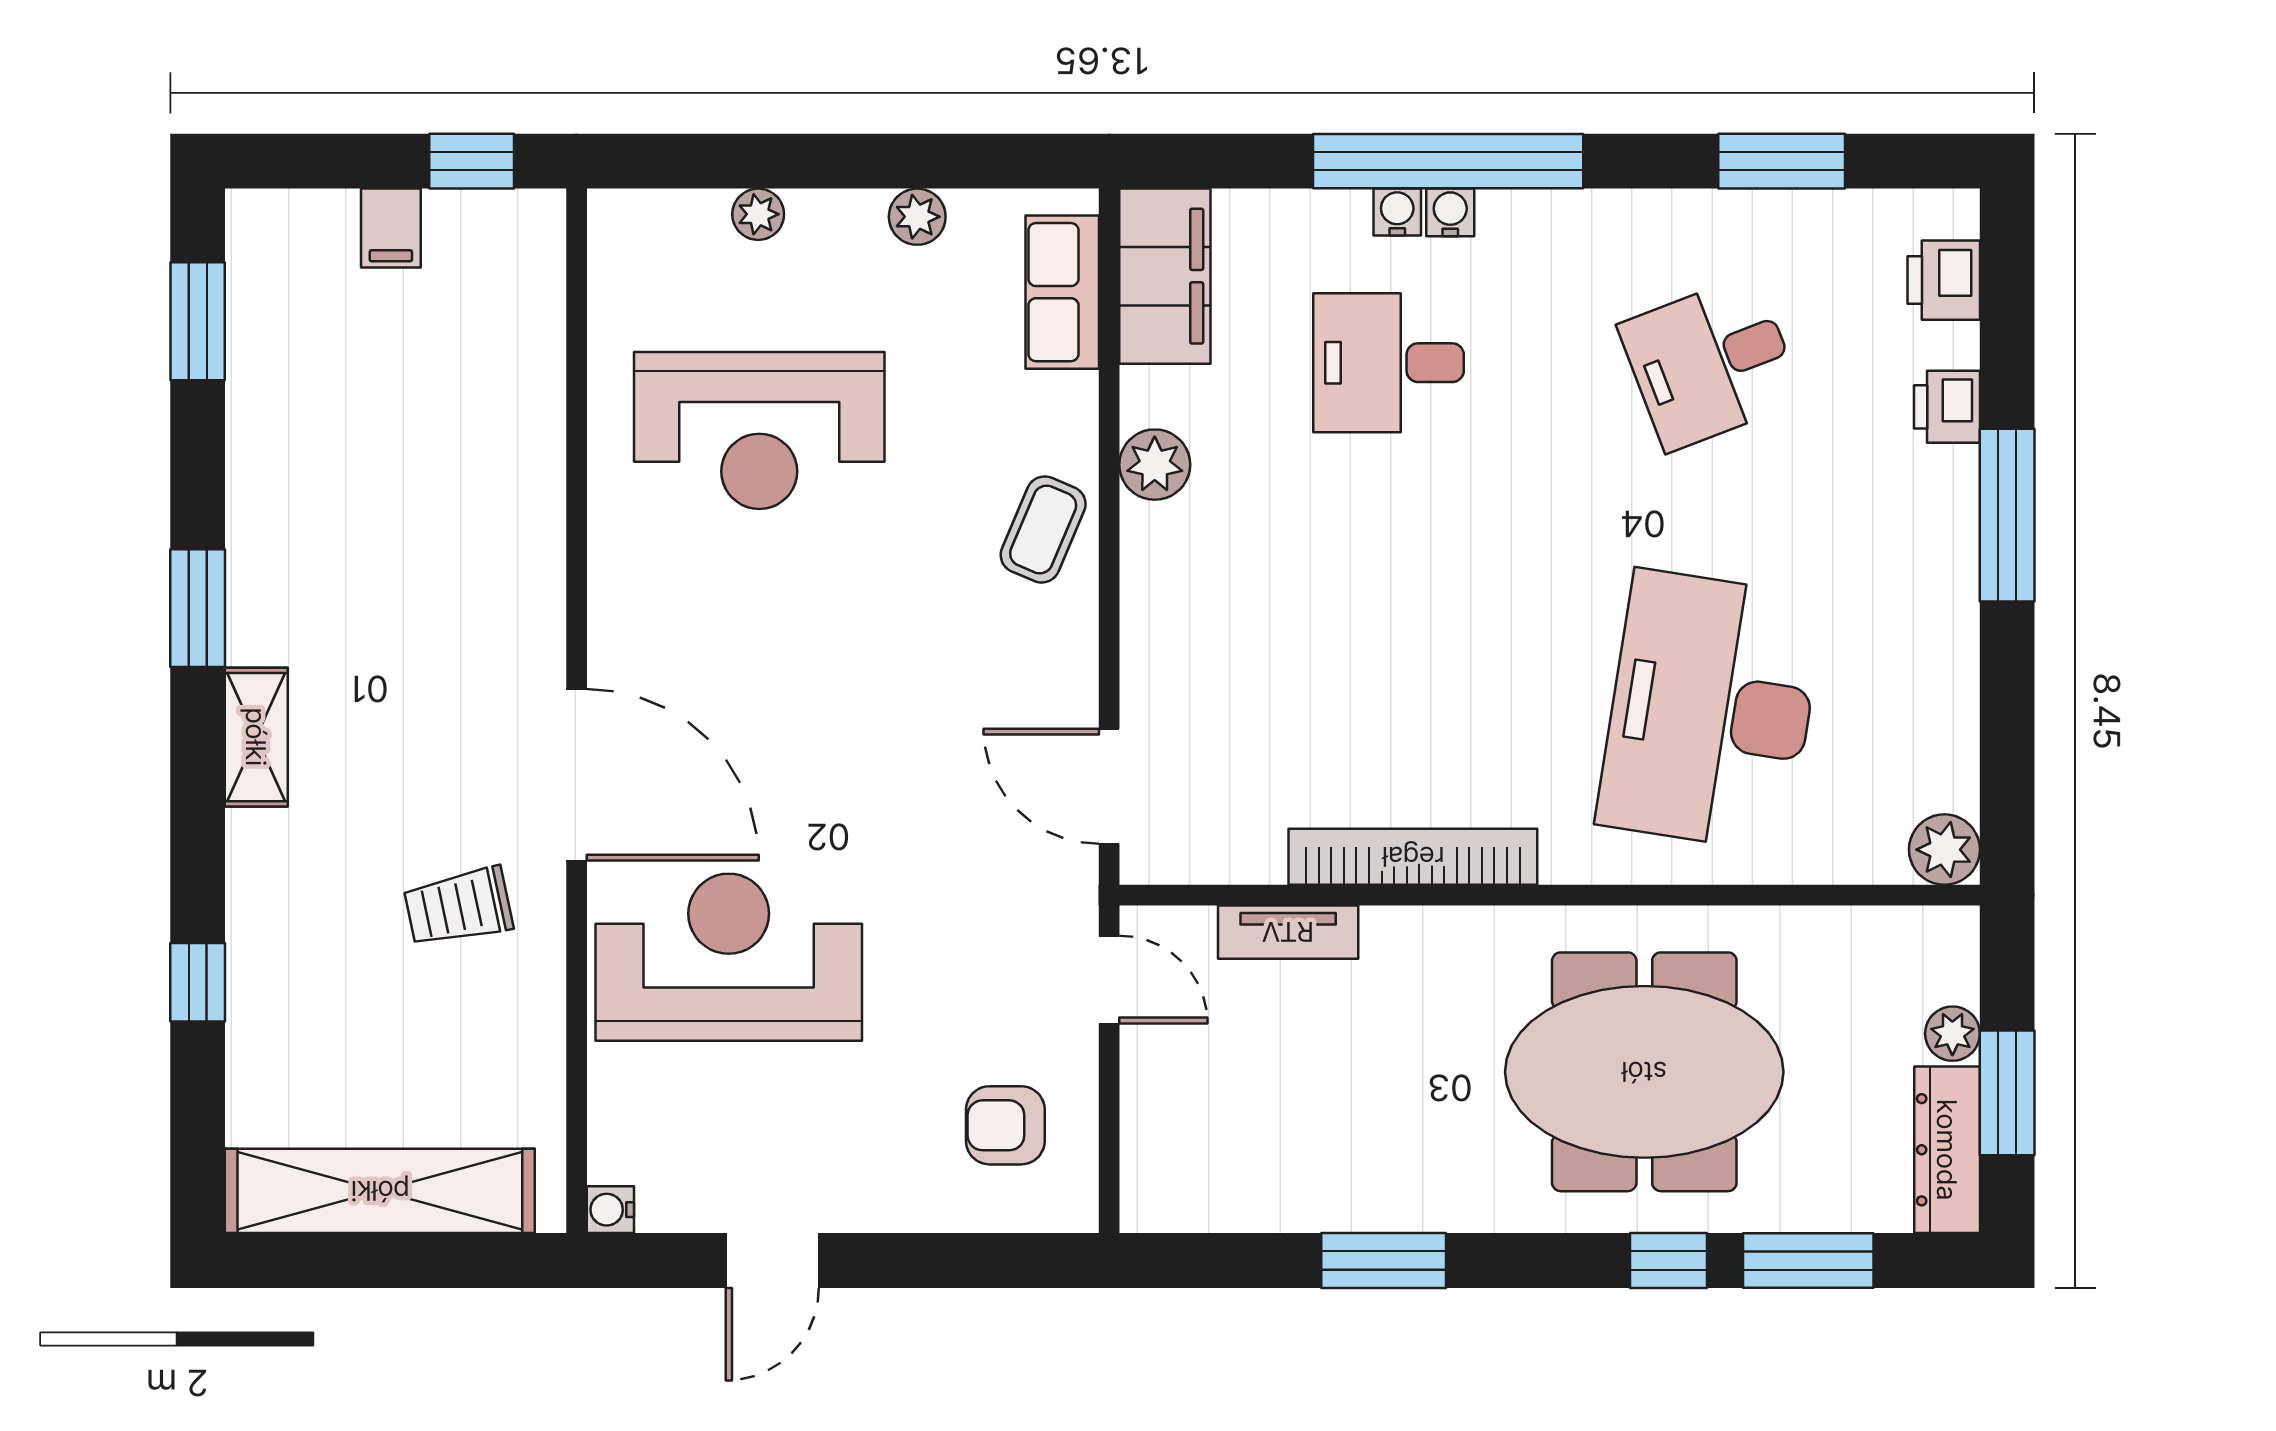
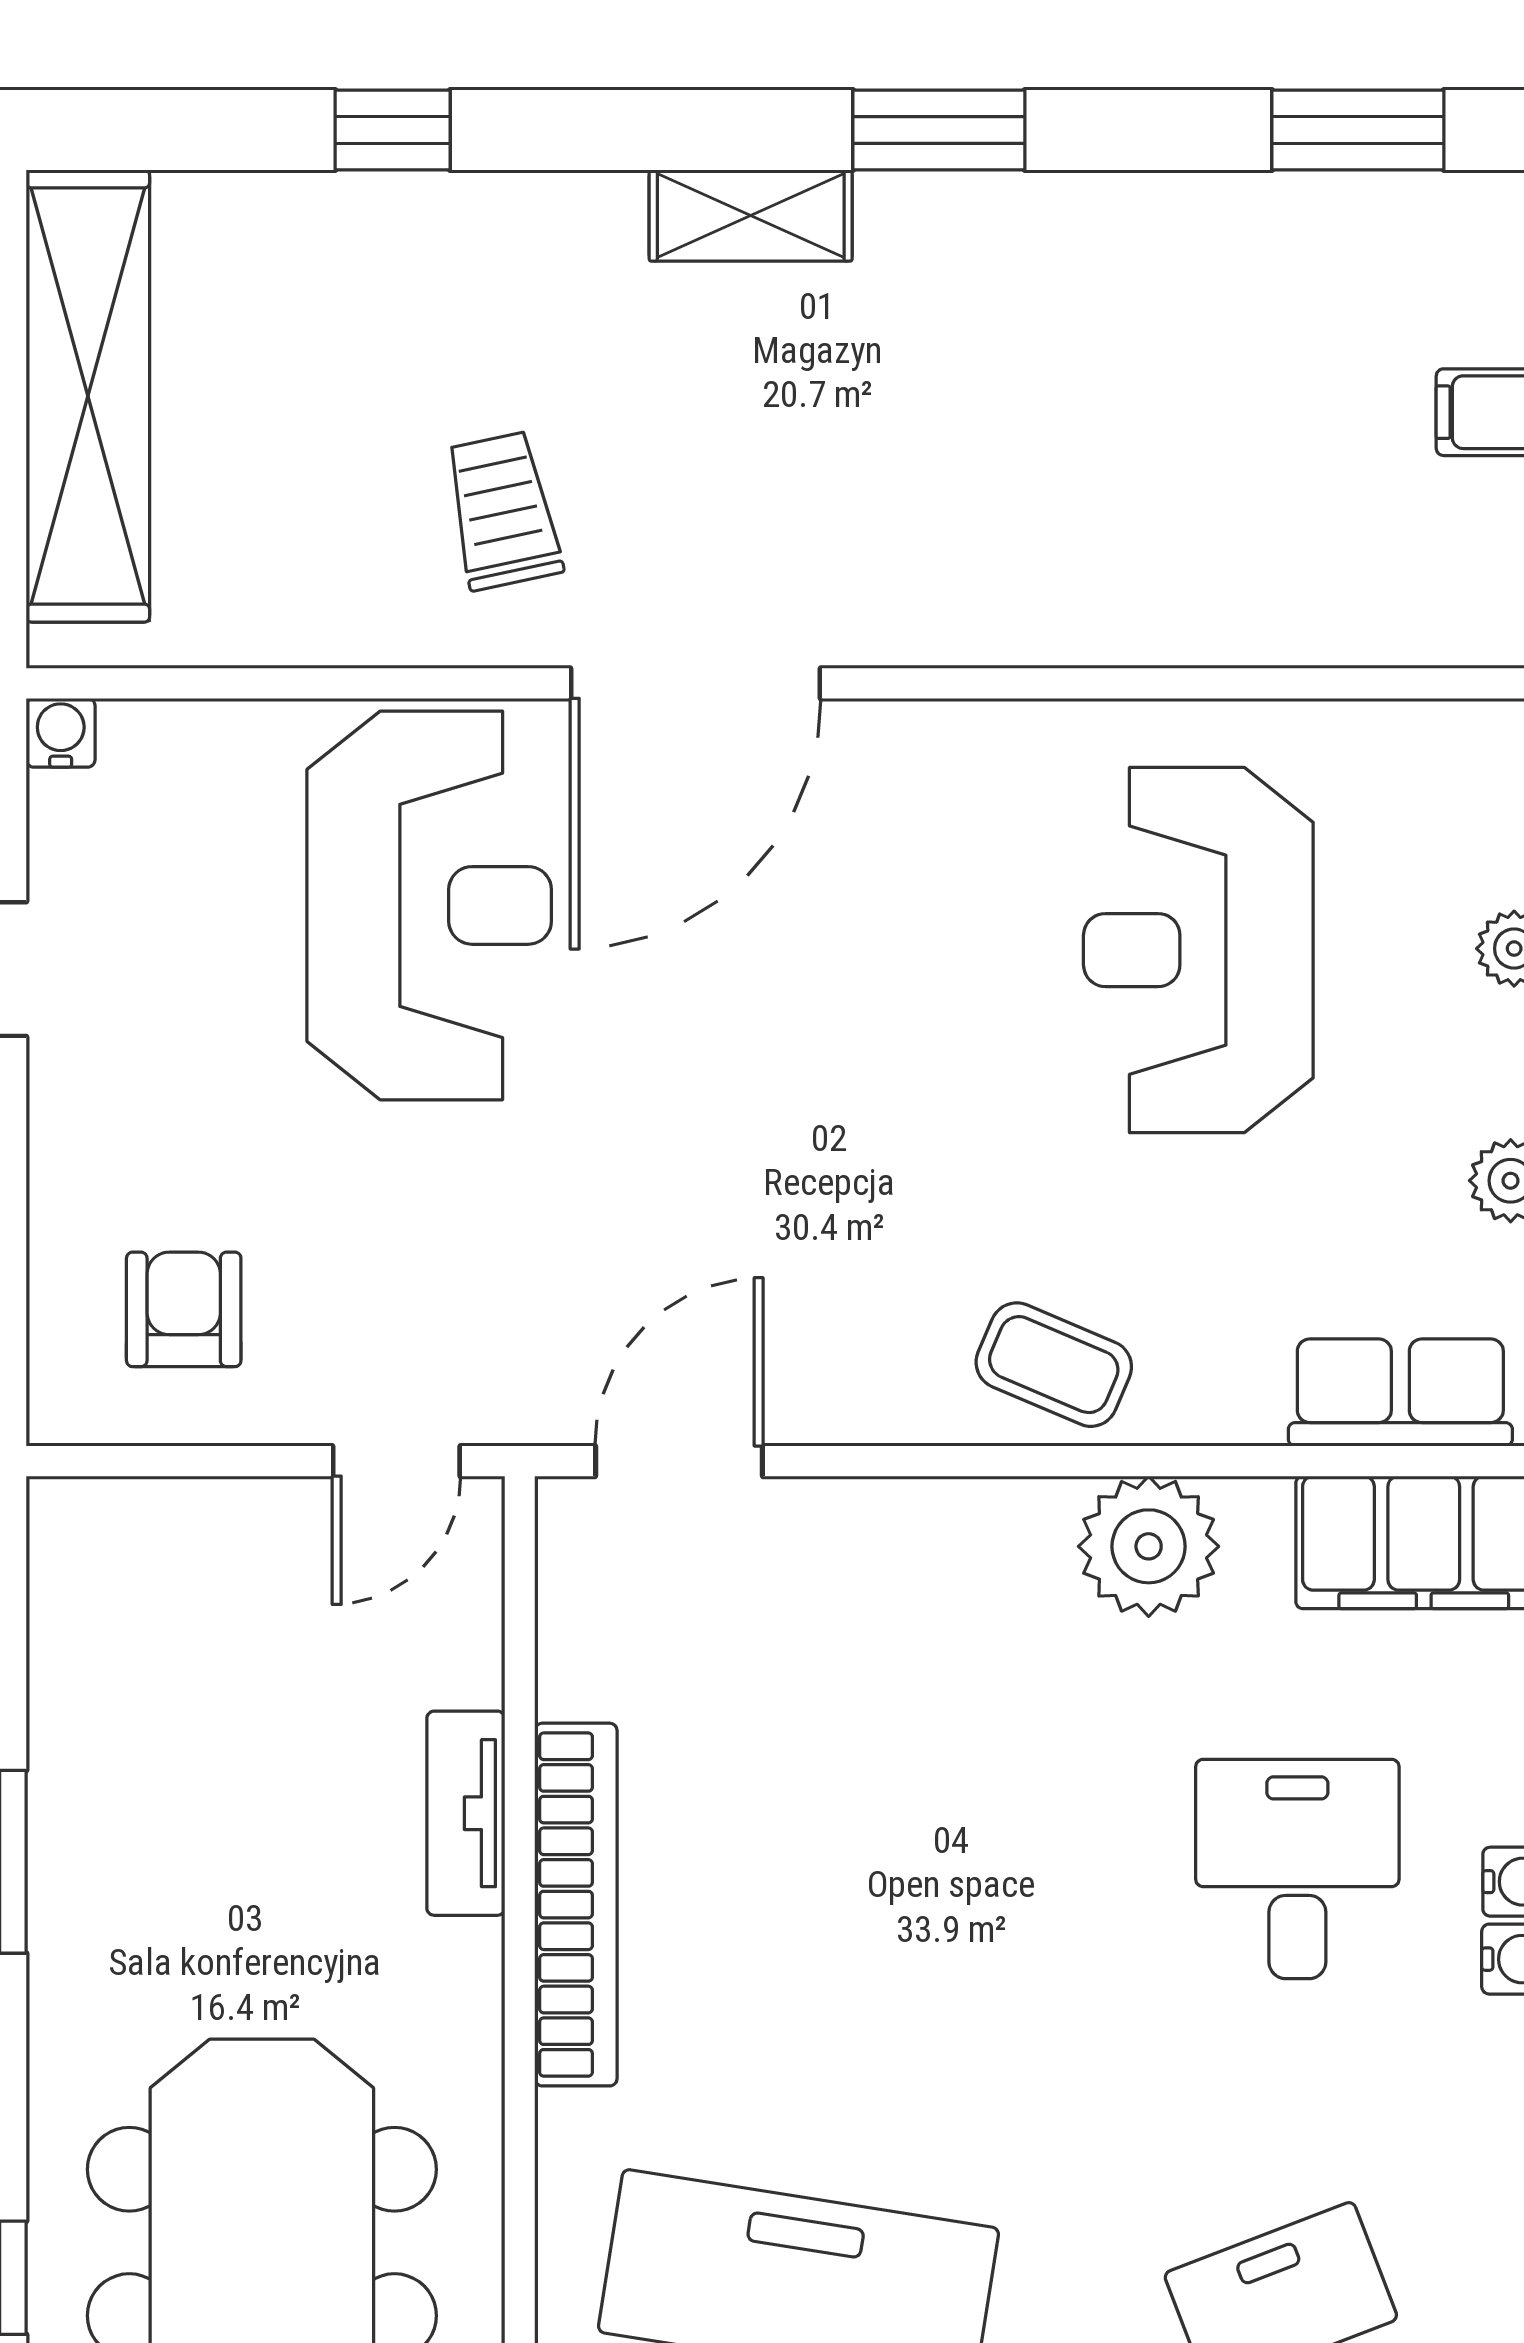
plant: (1155, 465) -> (1149, 1546), width x1.36, depth x1.36
tv unit: (1288, 932) -> (466, 1813), moved

